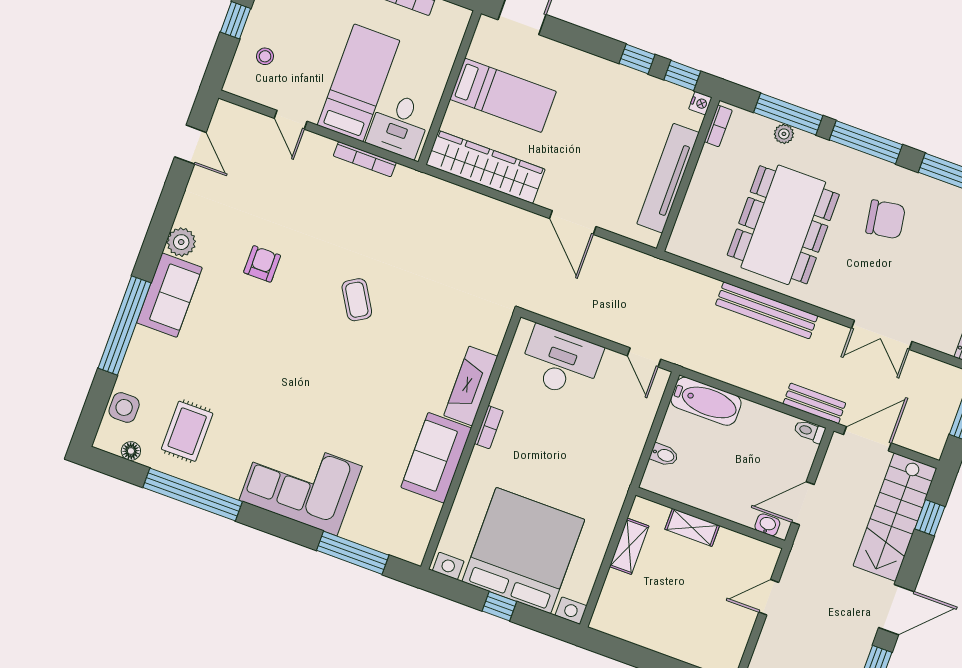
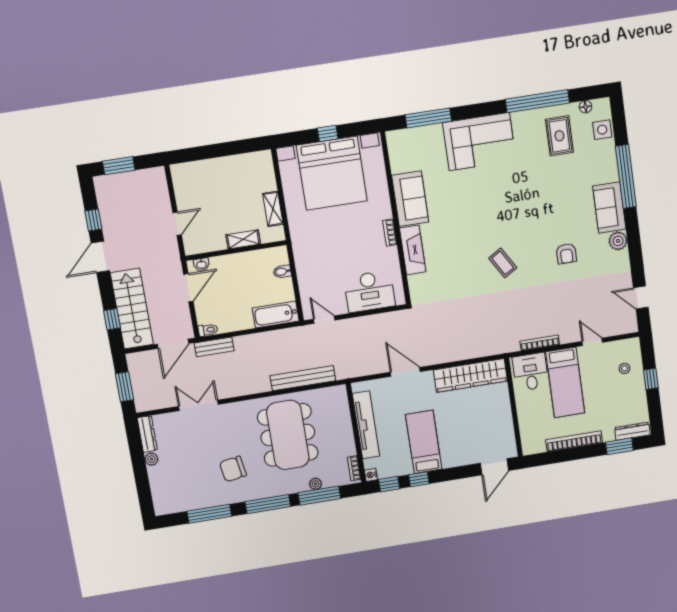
bed: (503, 95) -> (424, 442), moved, turned 90
bench: (767, 310) -> (303, 378), moved

